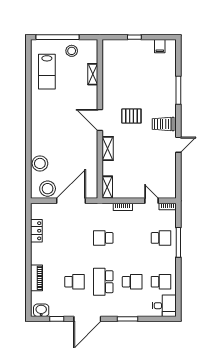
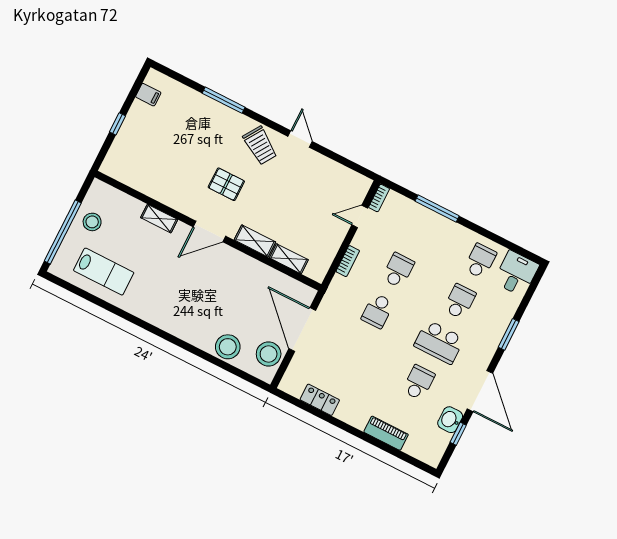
shelving: (93, 74) -> (159, 219), moved
pallet: (131, 116) -> (226, 184), turned 90
trolley: (163, 124) -> (260, 146), turned -57
shelving: (107, 187) -> (289, 259), moved
school desk: (161, 238) -> (398, 270), moved
washbasin: (41, 310) -> (450, 420), moved

